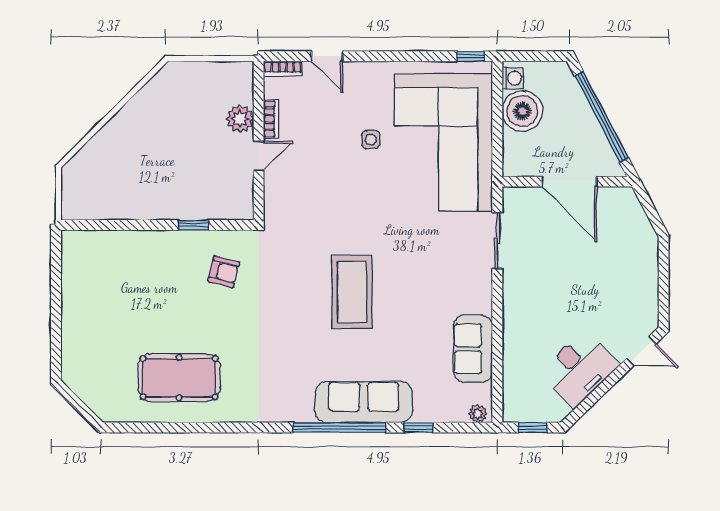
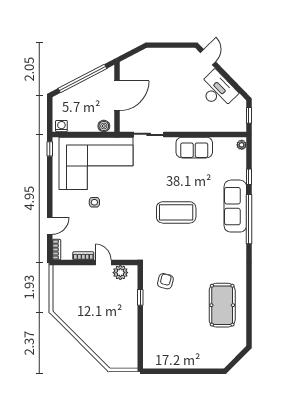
boiler: (522, 111) -> (104, 126), moved, width x0.54, depth x0.54
plant: (240, 119) -> (120, 273), moved
sofa: (473, 349) -> (194, 148), moved

